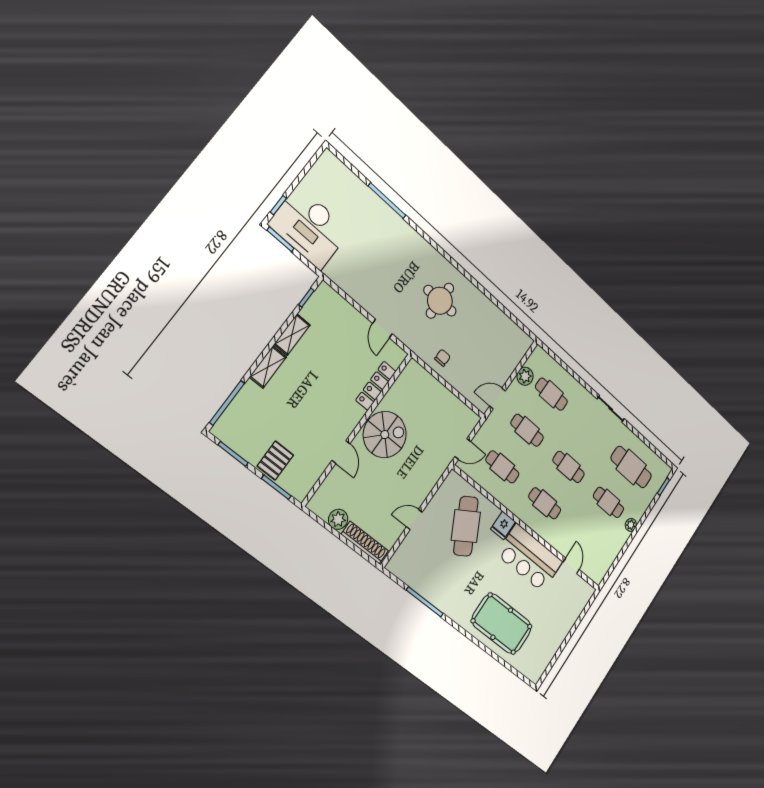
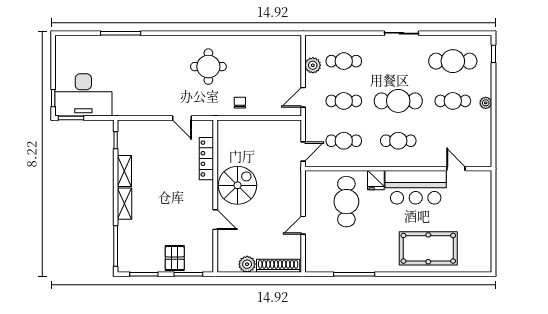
cafe table: (569, 467) -> (398, 101), width x1.37, depth x1.35
cafe table: (466, 526) -> (346, 202), turned 30

